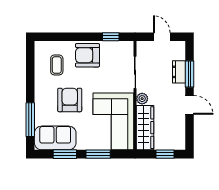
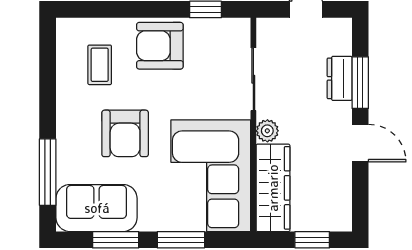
armchair: (70, 100) -> (125, 133), turned 180

